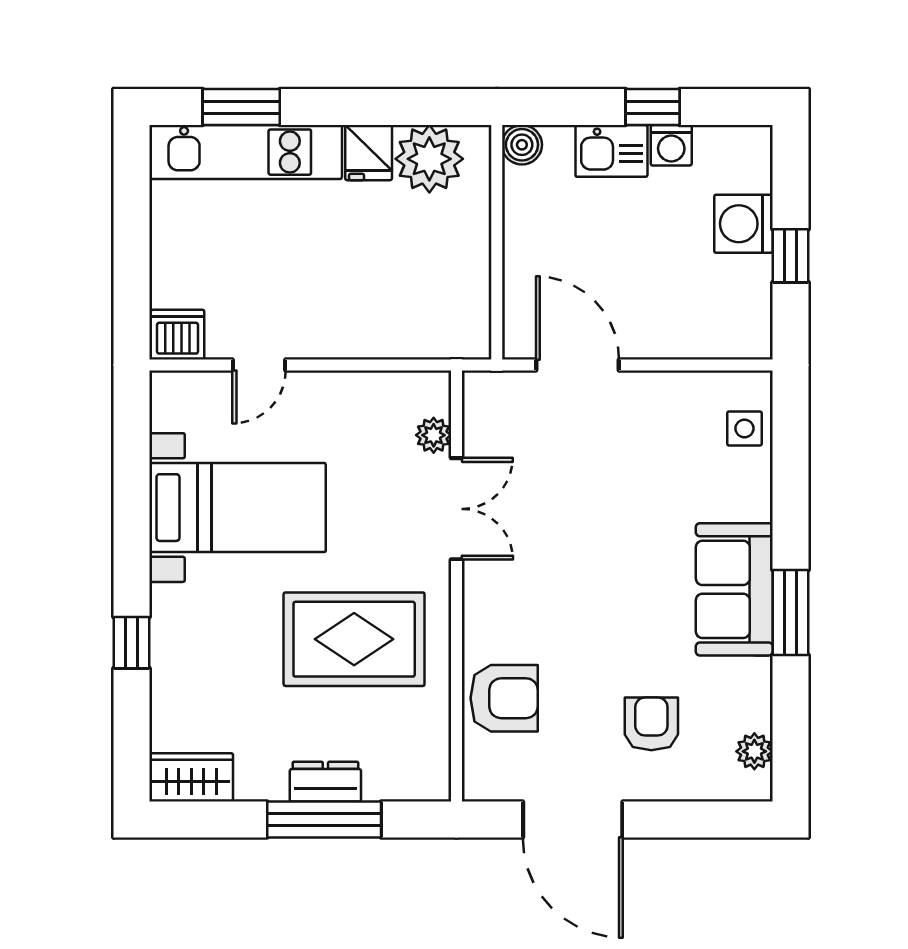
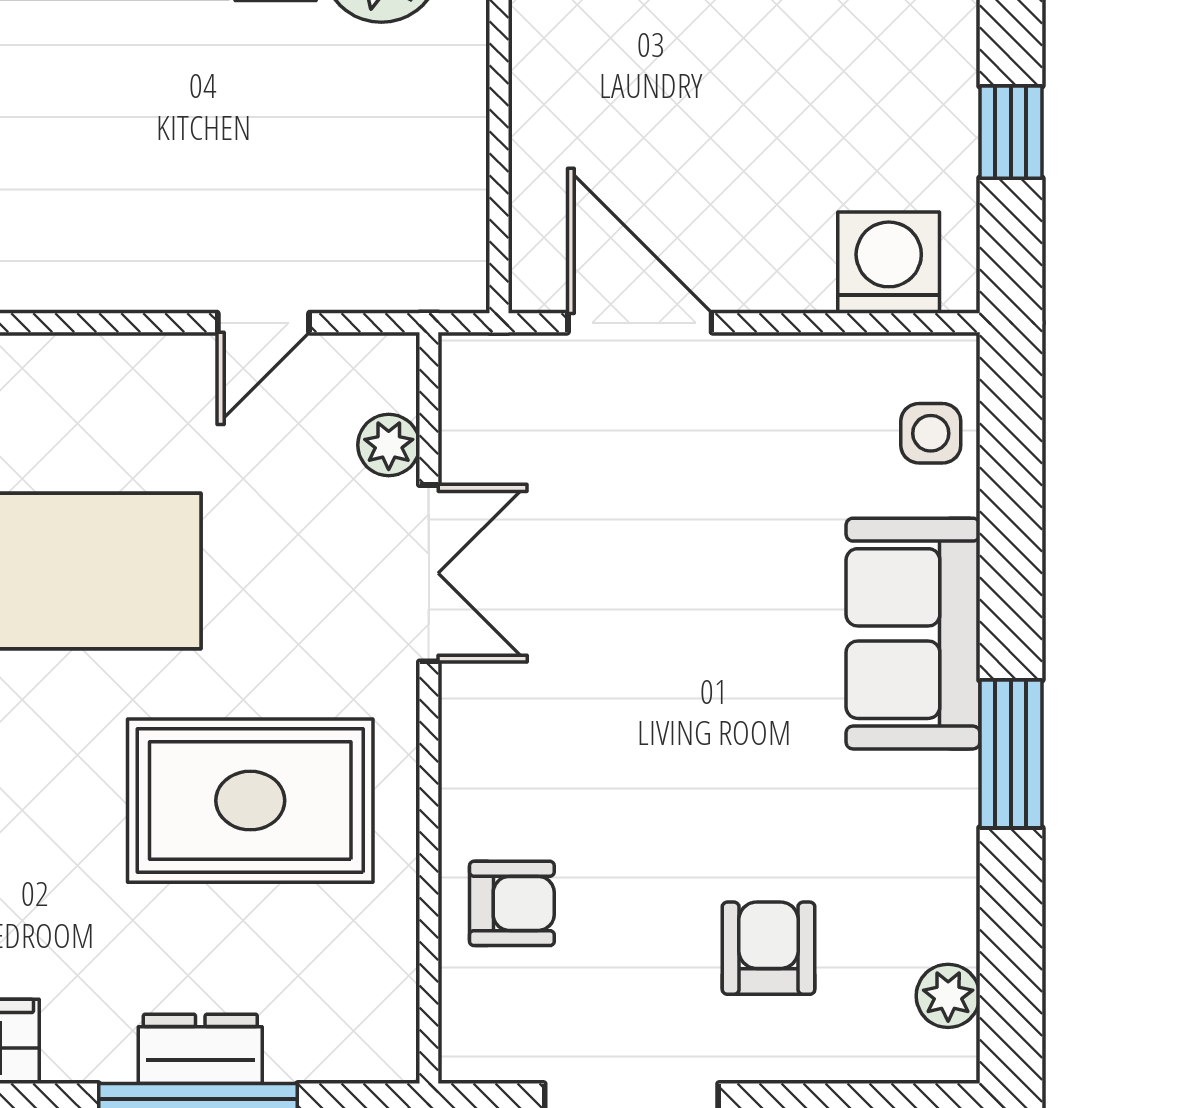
washing machine: (743, 224) -> (889, 263), moved, turned 90
door: (259, 365) -> (263, 323), moved
sofa: (734, 589) -> (913, 634), moved
armchair: (504, 698) -> (512, 903), width x0.72, depth x0.72

